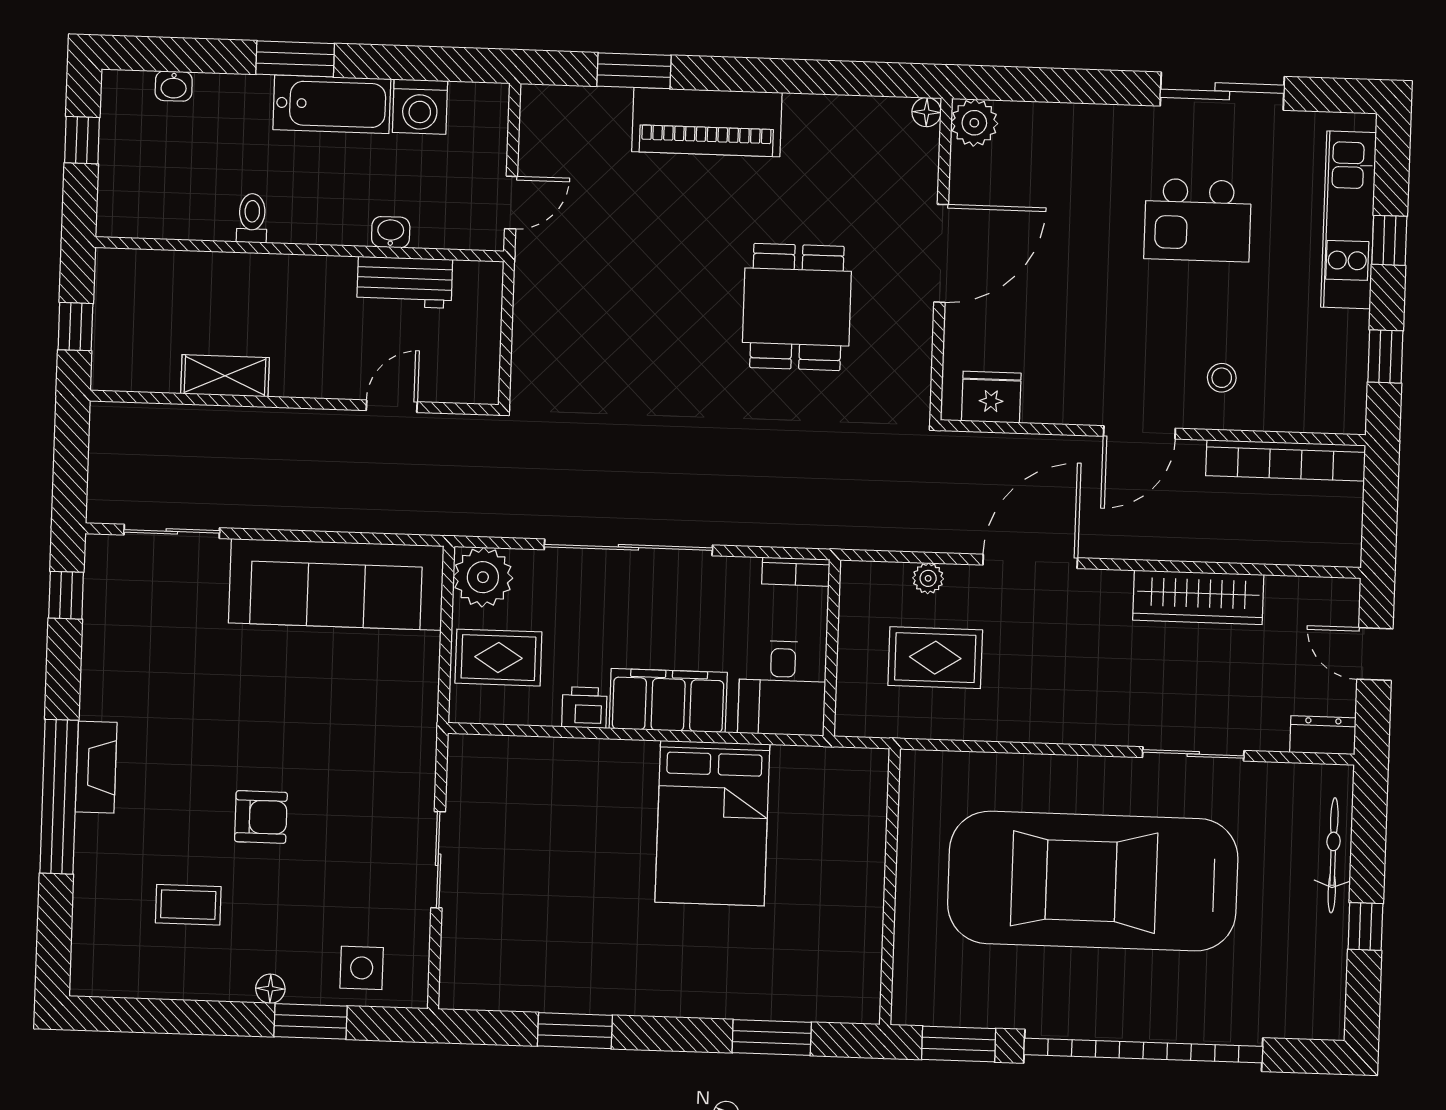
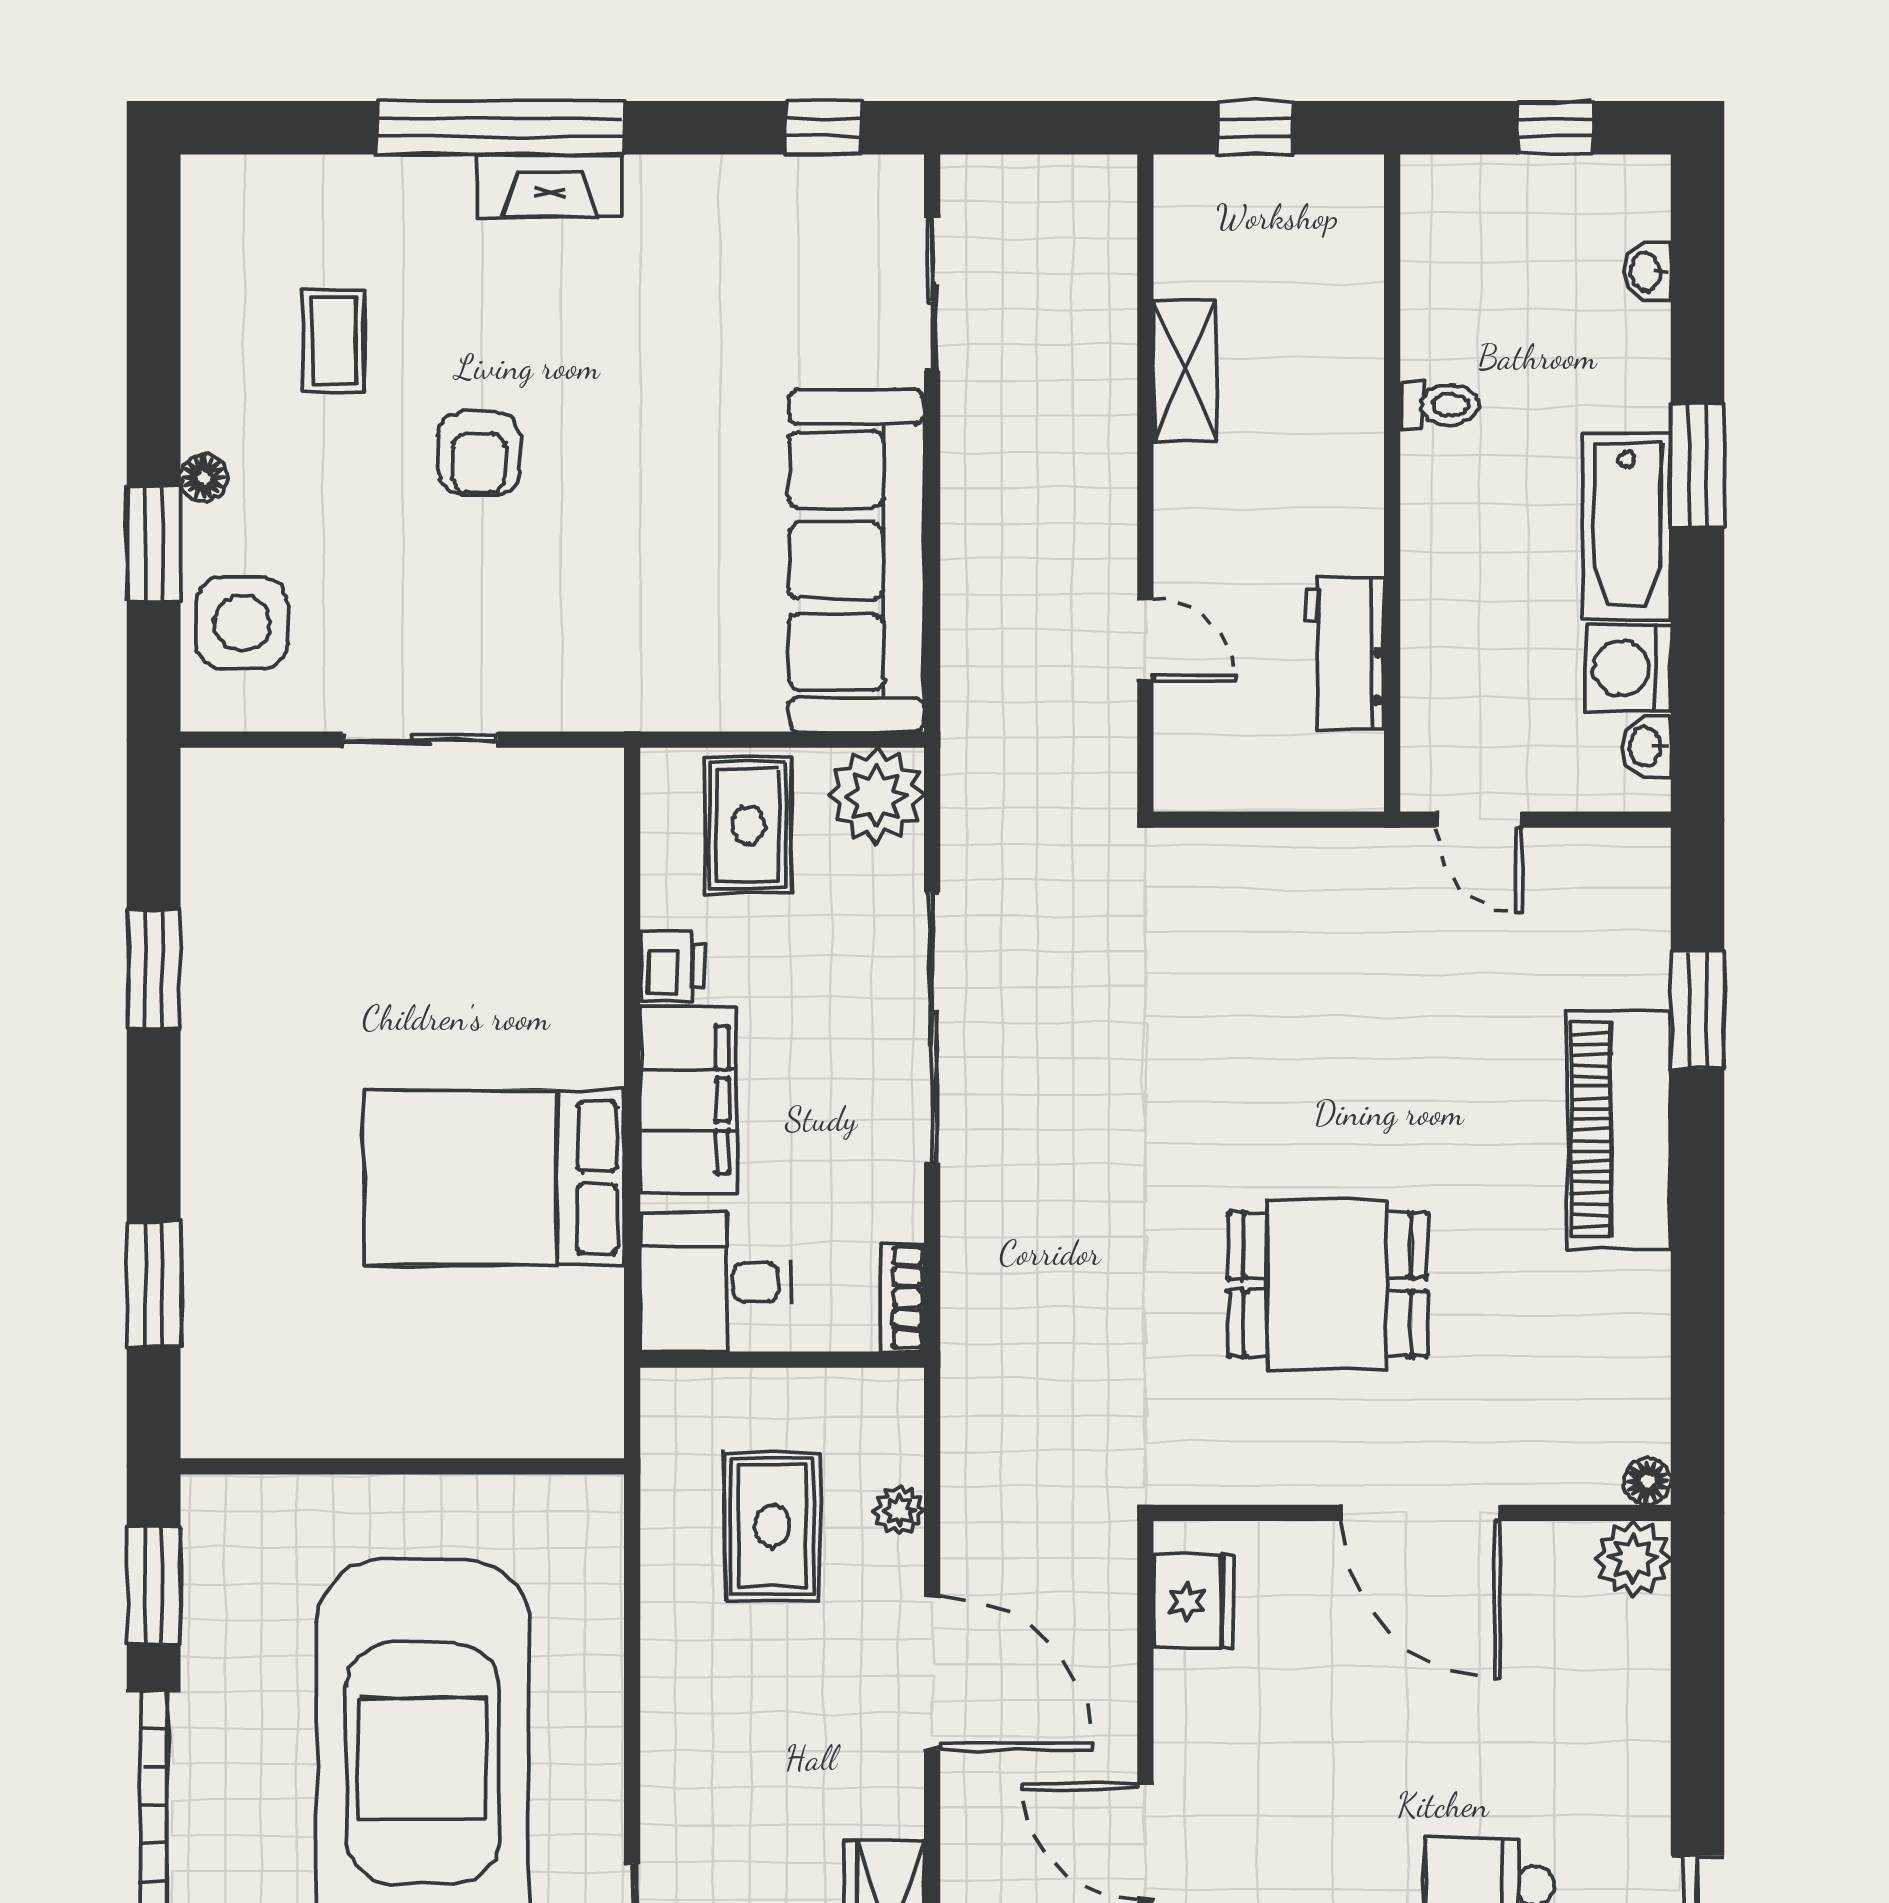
washbasin: (391, 232) -> (1646, 747), moved, turned 180
side table: (362, 968) -> (242, 623), width x1.37, depth x1.37

